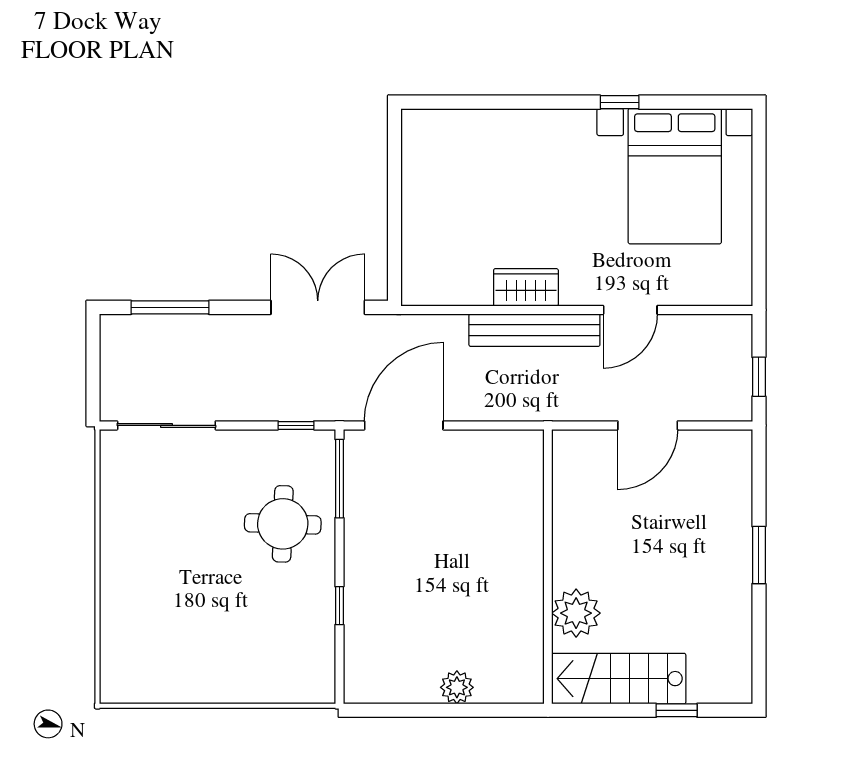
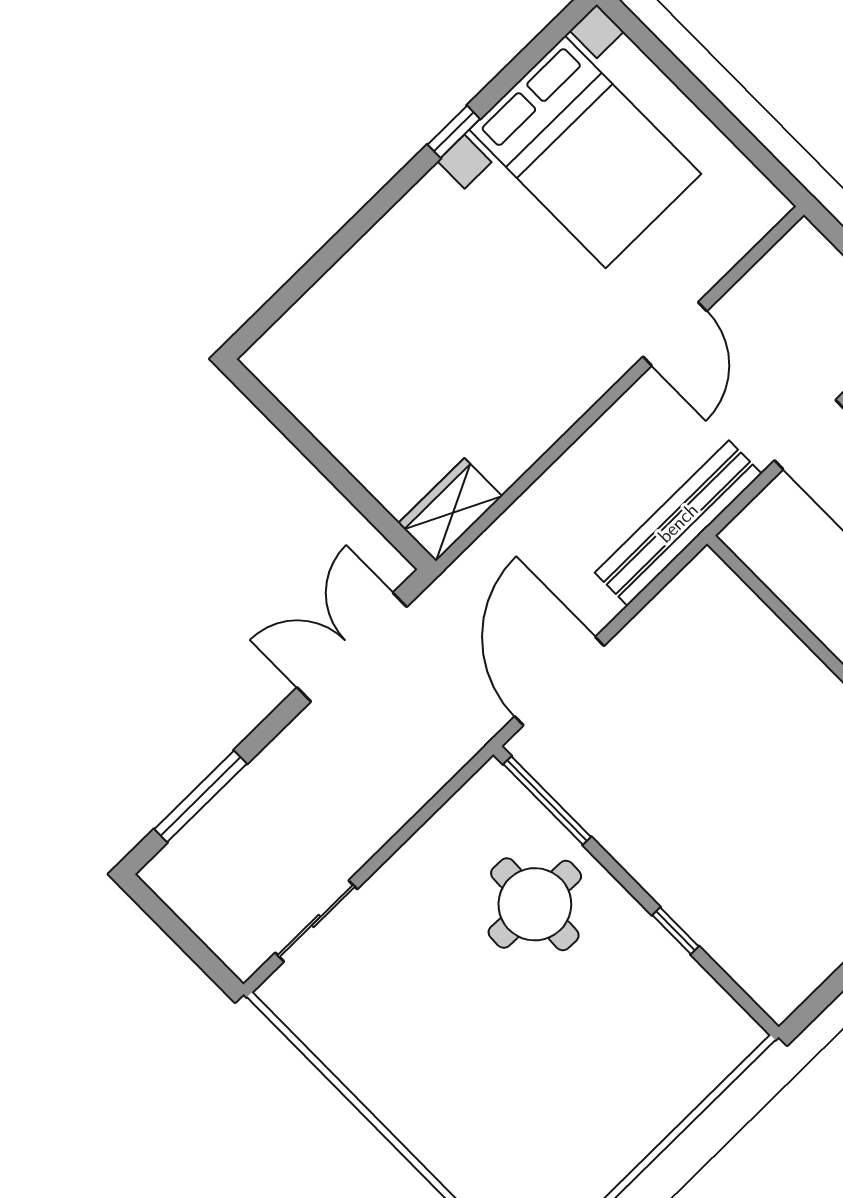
wardrobe: (526, 287) -> (450, 510), moved
bench: (534, 330) -> (678, 523), moved
sliding door: (166, 425) -> (316, 921), width x0.73
window: (296, 425) -> (449, 790), removed

